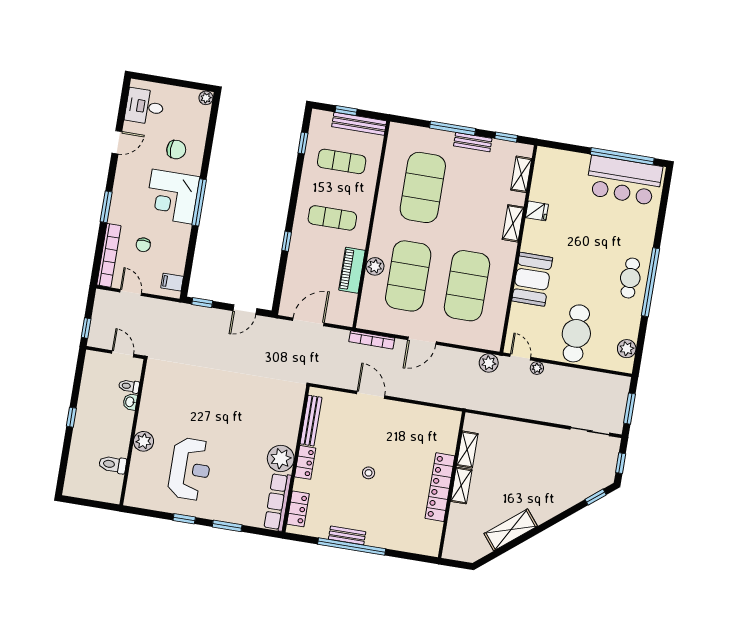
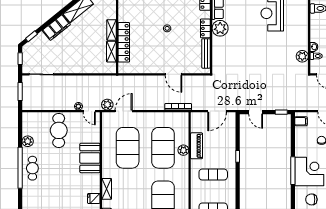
door: (245, 310) -> (256, 112), swing flipped
door: (422, 341) -> (124, 111), moved
plant: (627, 349) -> (28, 141), moved
plant: (144, 441) -> (302, 56), moved
locker: (440, 487) -> (124, 42), moved
filing cabinet: (552, 505) -> (56, 27), added

